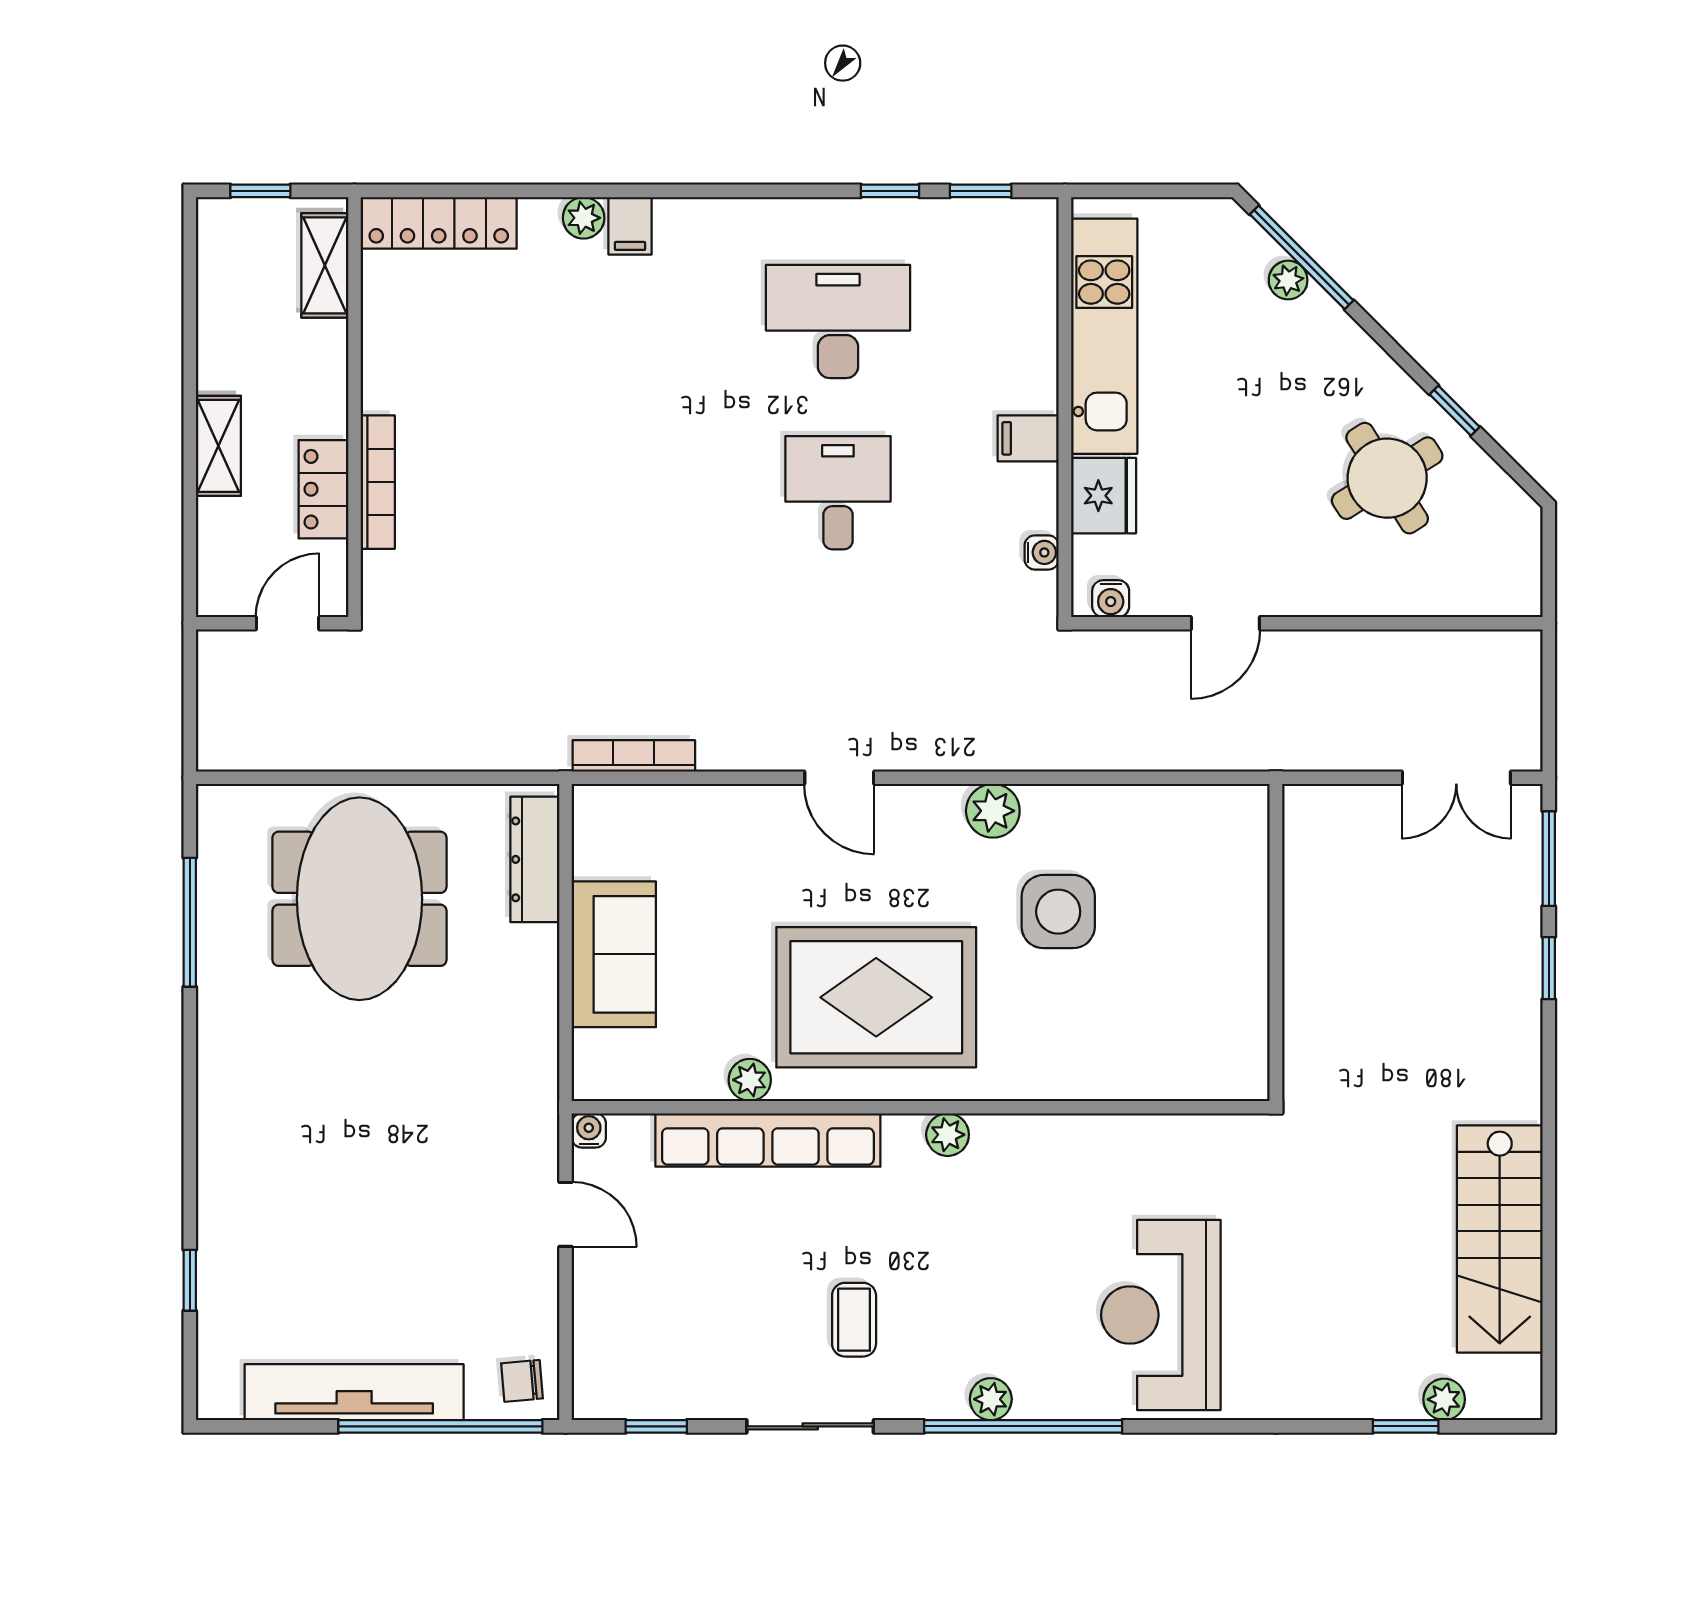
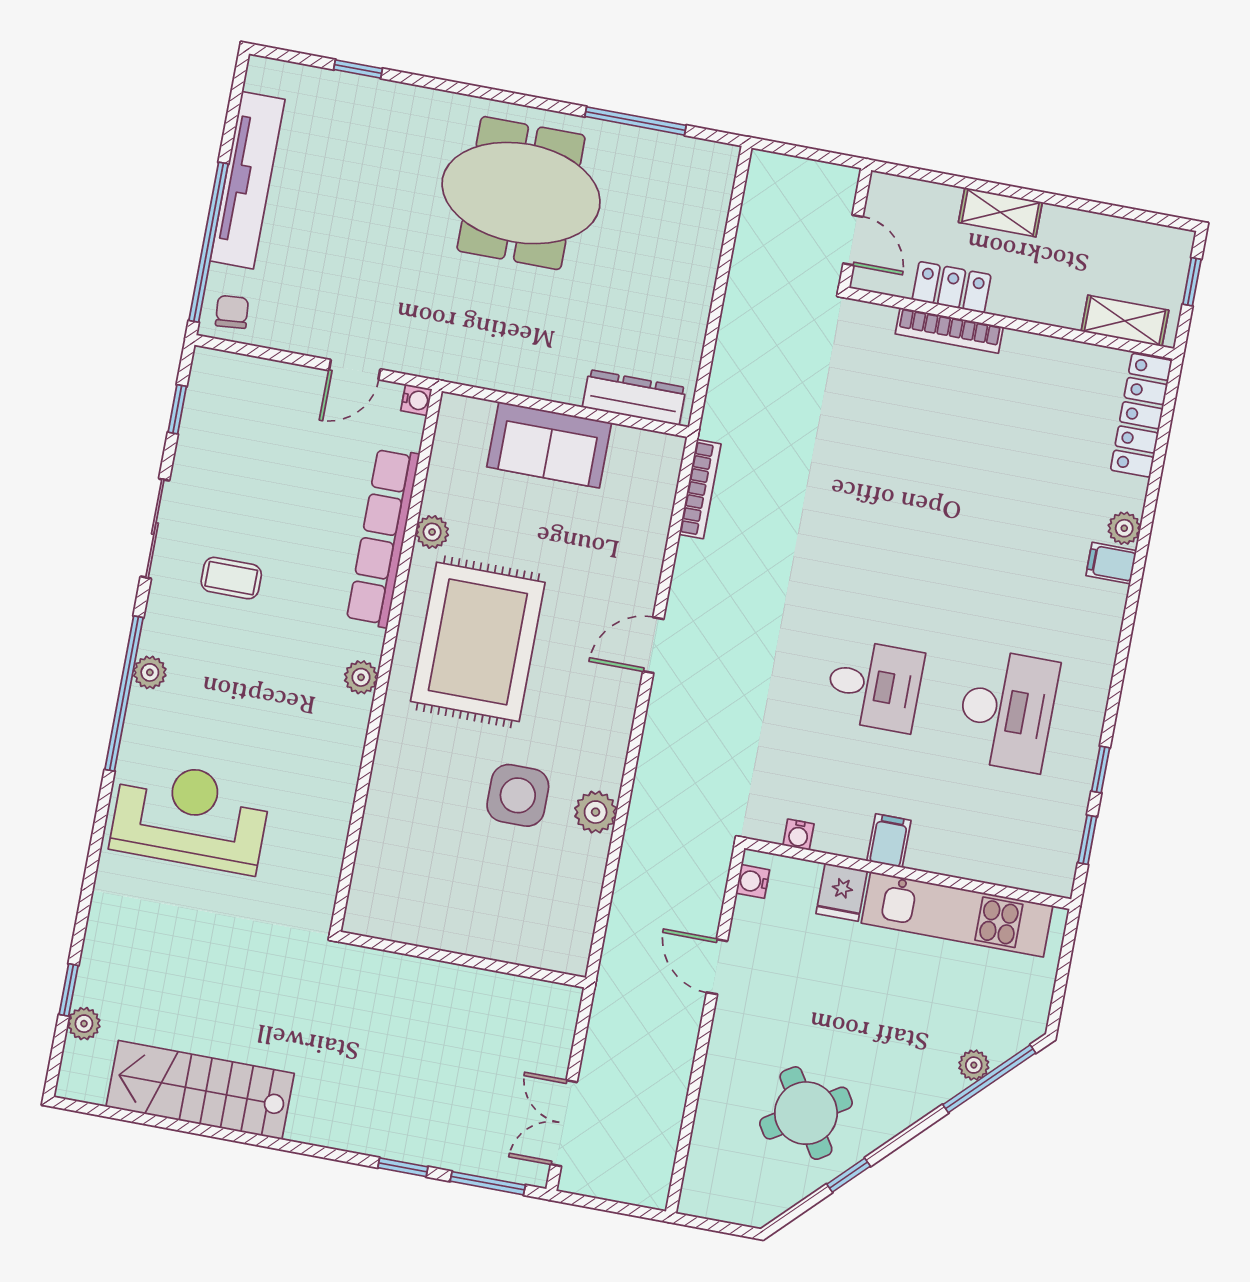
fridge: (1104, 496) -> (842, 892), width x0.72
plant: (993, 811) -> (596, 812), moved
meeting table: (359, 899) -> (521, 193), moved

